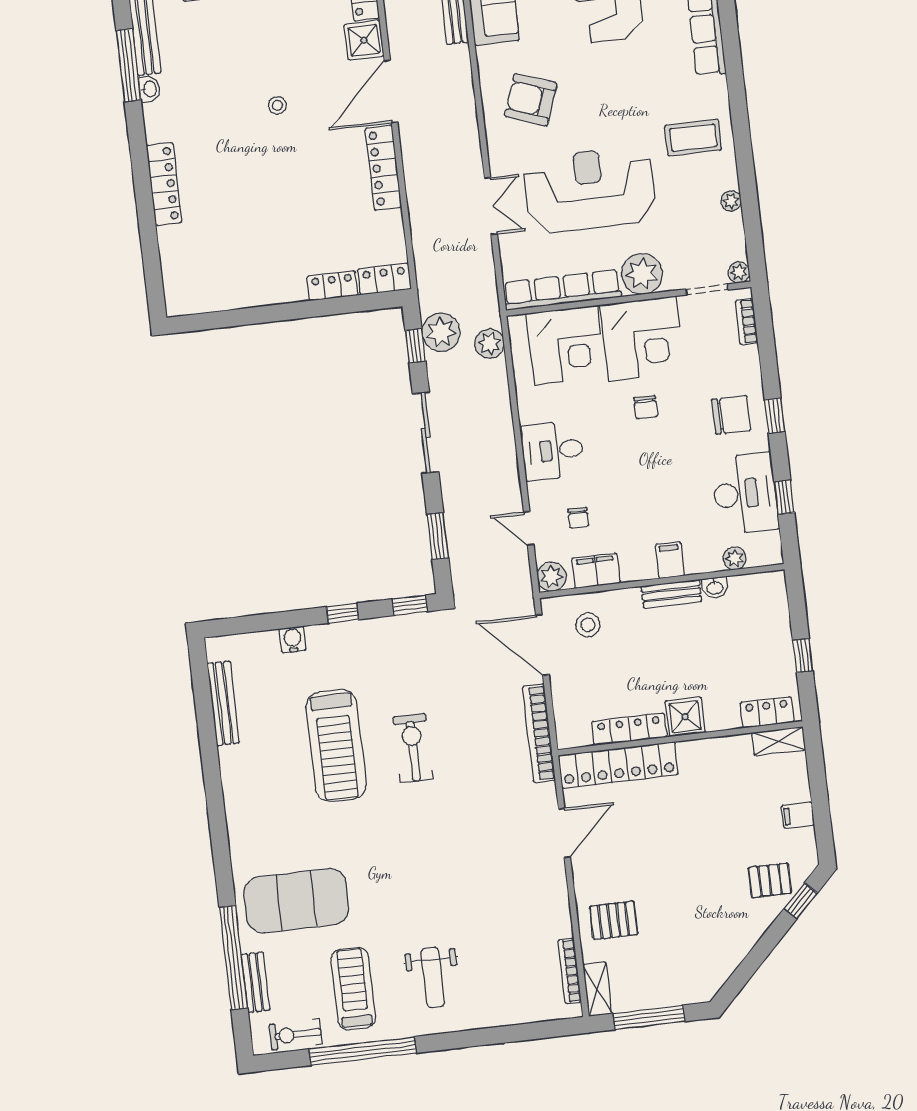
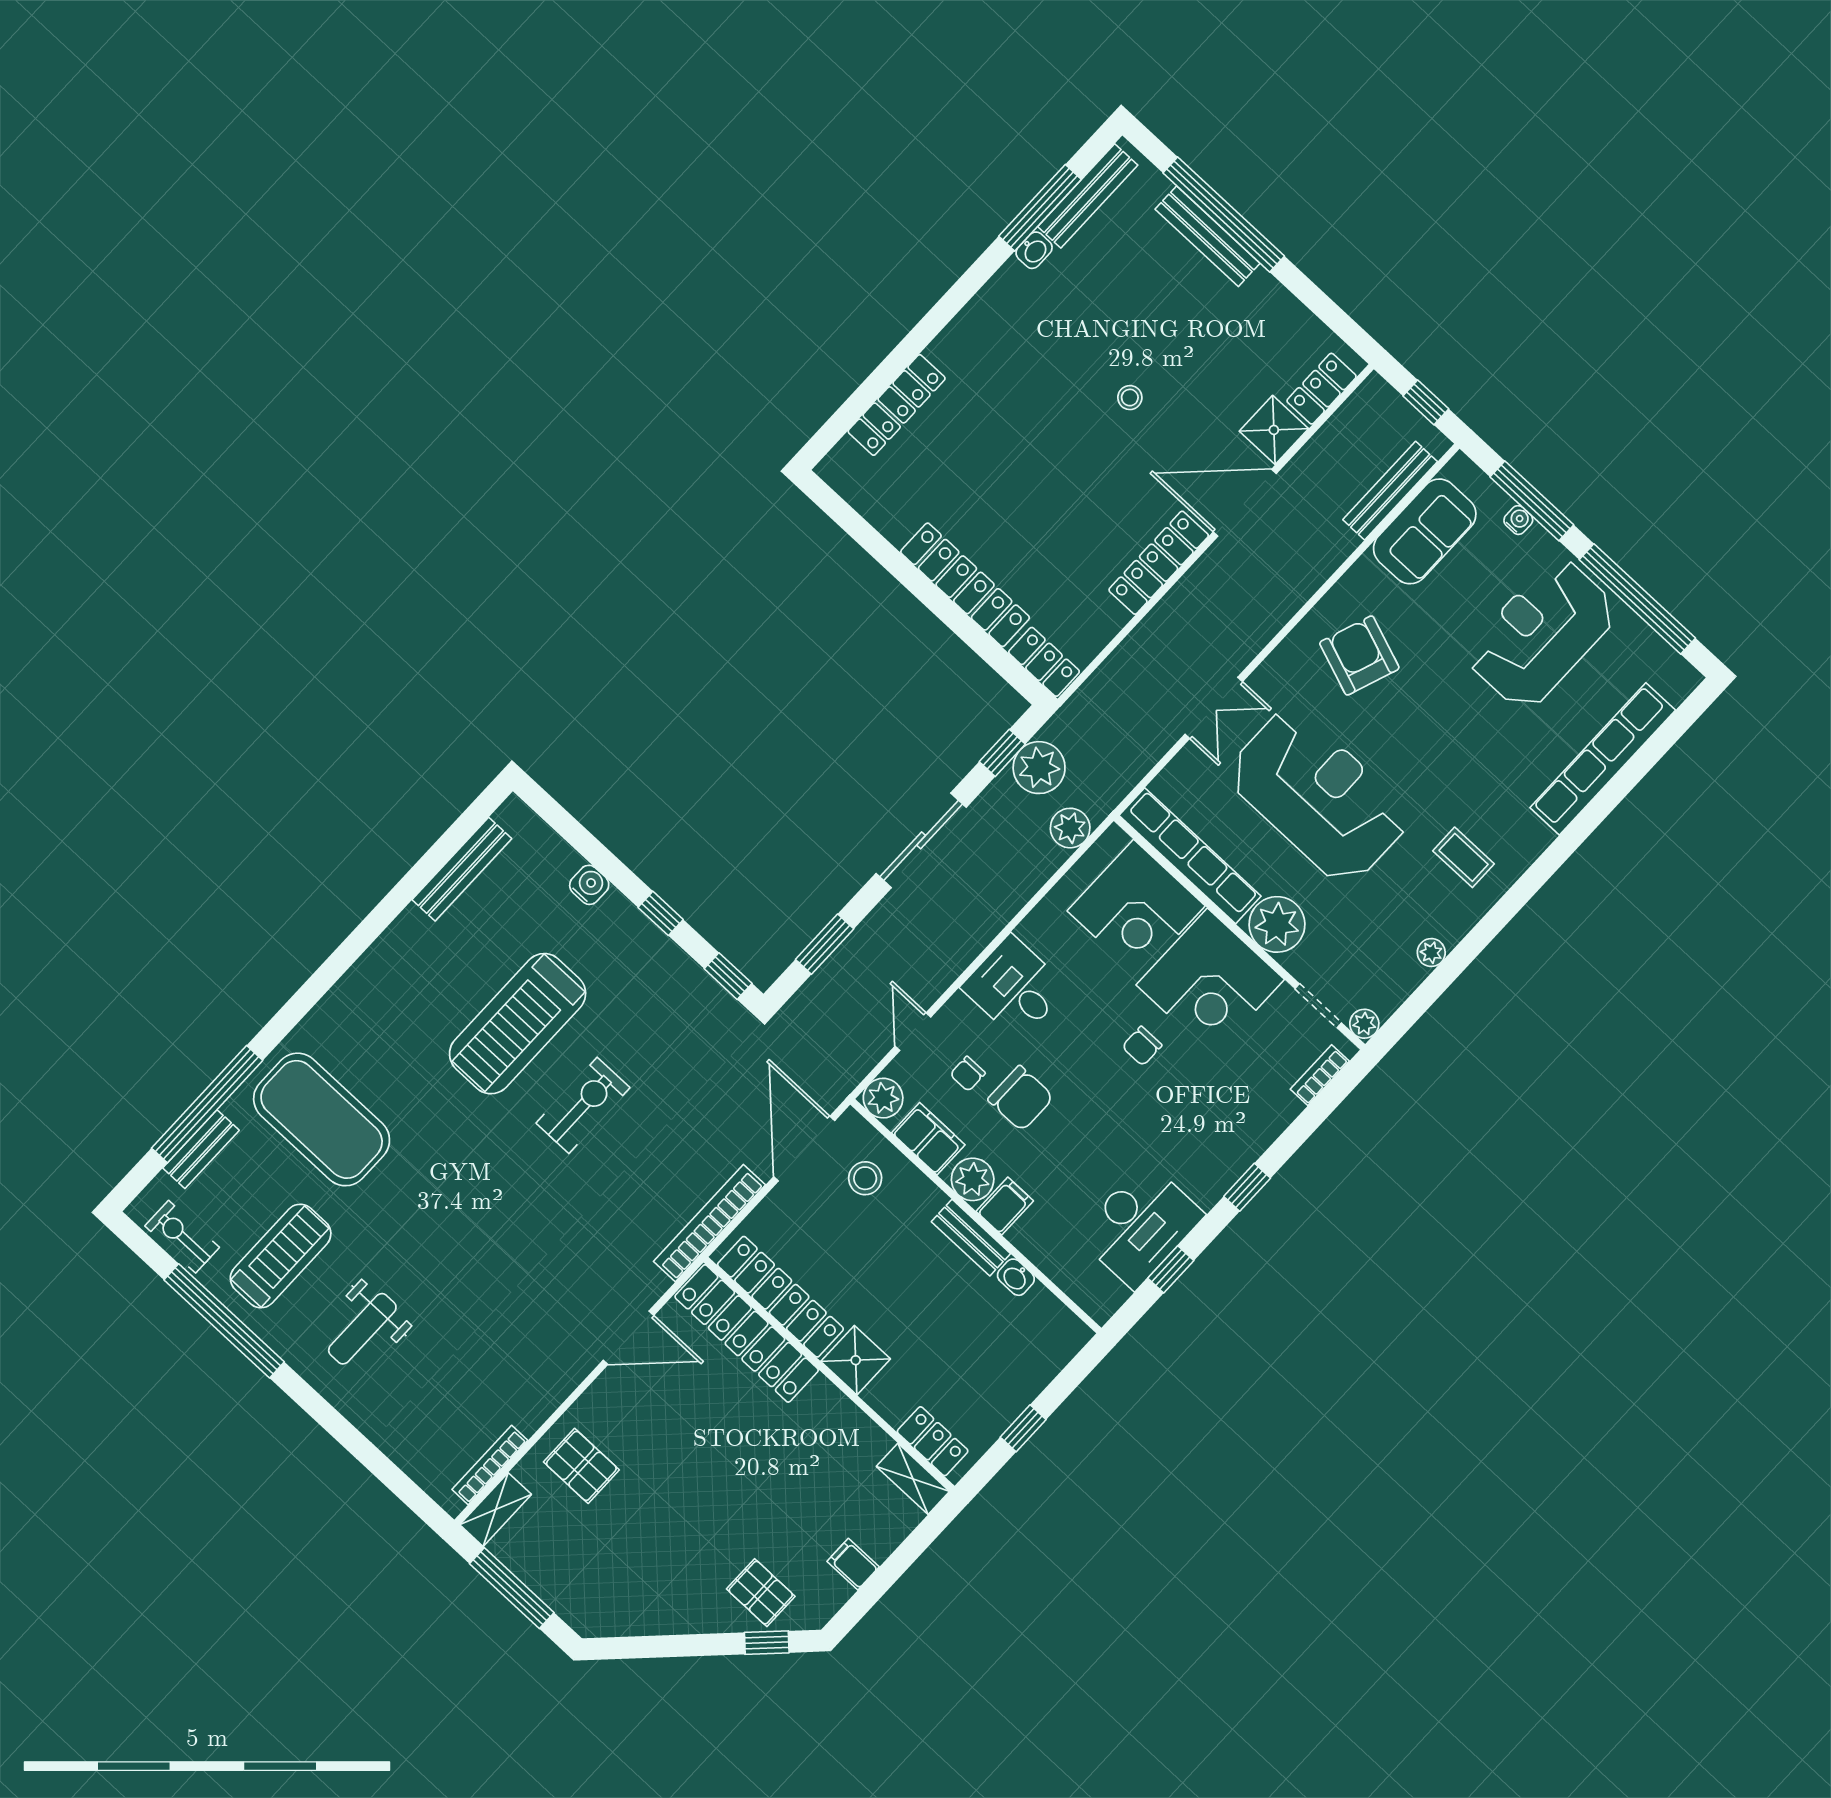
coffee table: (693, 138) -> (1464, 857), width x0.73, depth x0.77
locker: (164, 184) -> (897, 405), moved
locker: (332, 286) -> (965, 585), width x2.16, depth x1.21
chair: (731, 415) -> (1021, 1098), moved
plant: (735, 558) -> (973, 1179), moved, width x1.38, depth x1.38
locker: (629, 729) -> (780, 1297), width x1.41, depth x1.21

